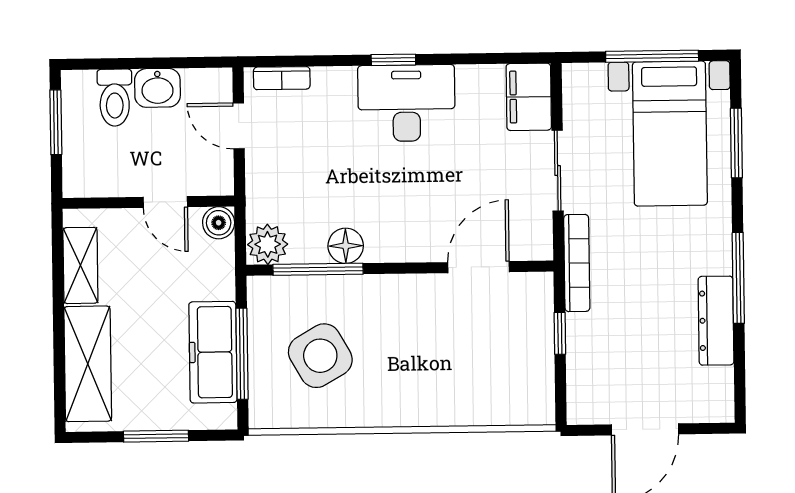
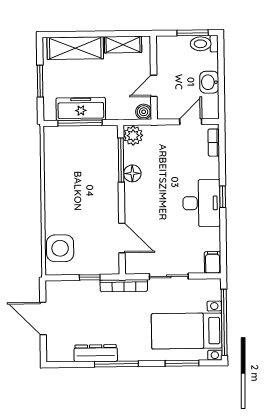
window: (652, 56) -> (224, 322), width x1.46
filing cabinet: (529, 97) -> (213, 262), width x0.50
toilet: (115, 98) -> (204, 44), moved
side table: (320, 356) -> (60, 248), moved, turned 30

